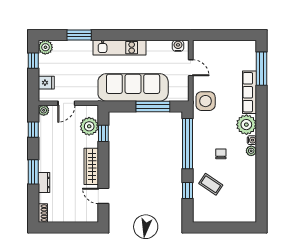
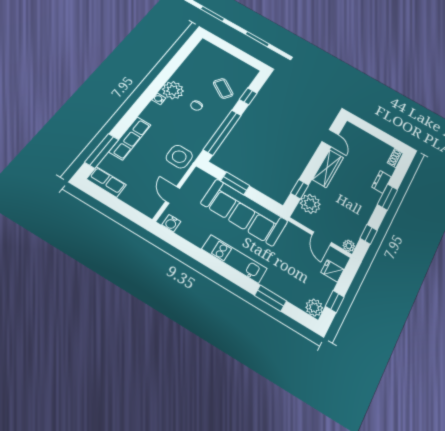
row of seats: (242, 47) -> (106, 182), added
door: (66, 103) -> (322, 239), swing flipped
window: (153, 106) -> (235, 183), width x0.69
plant: (246, 125) -> (154, 114), removed
plant: (251, 151) -> (173, 90), width x1.87, depth x1.87

